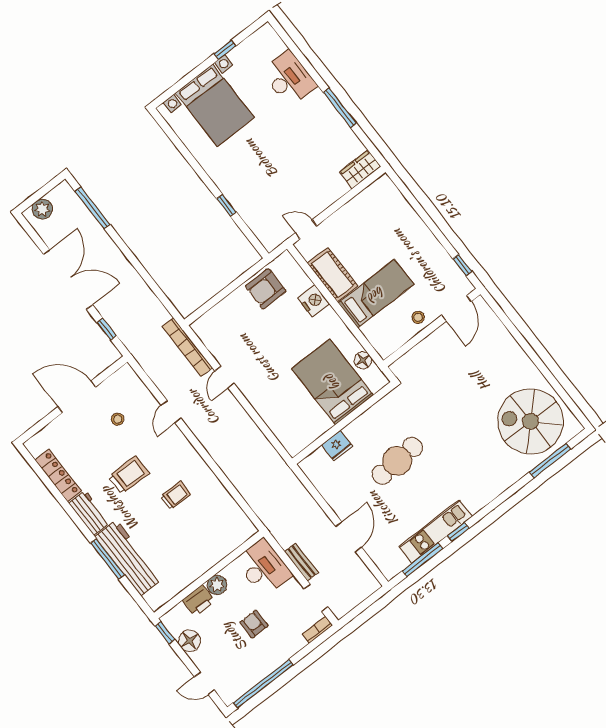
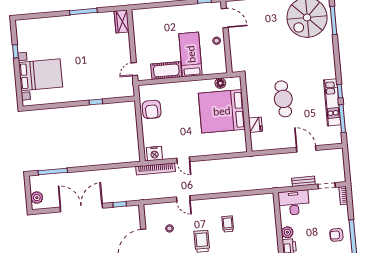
desk: (289, 79) -> (51, 28), removed
nightstand: (314, 301) -> (154, 154), moved, turned 180
bed: (332, 382) -> (222, 111), width x1.36
armchair: (254, 624) -> (336, 235), moved

